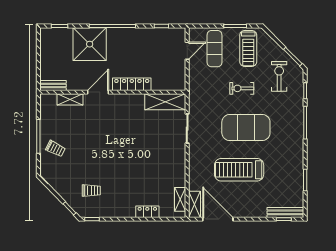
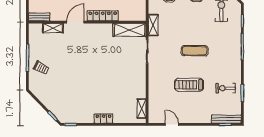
exercise bike: (242, 88) -> (226, 88), moved
exercise mat: (246, 127) -> (195, 51), width x0.50, depth x0.69
treadmill: (239, 170) -> (189, 85), width x0.73, depth x0.73
trolley: (91, 190) -> (70, 101), removed
shelving: (195, 204) -> (153, 25), moved
locker: (147, 212) -> (104, 119), moved
door: (218, 219) -> (172, 124), width x0.53

